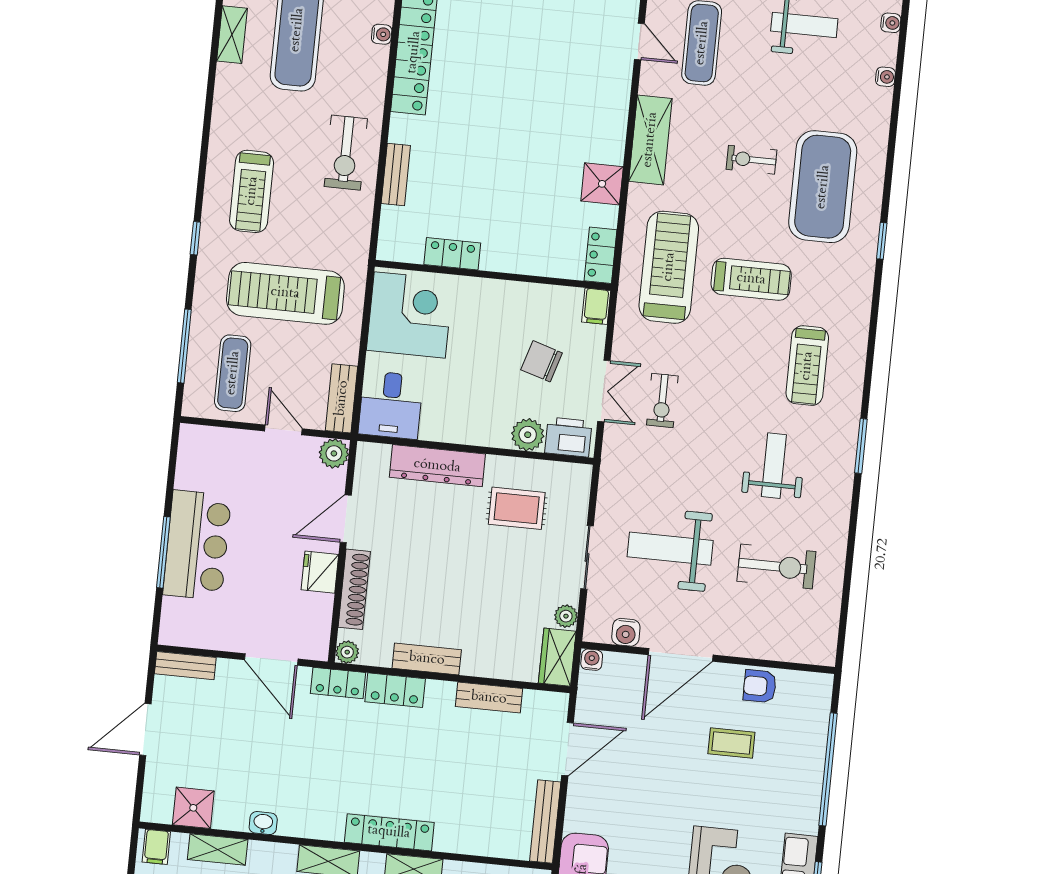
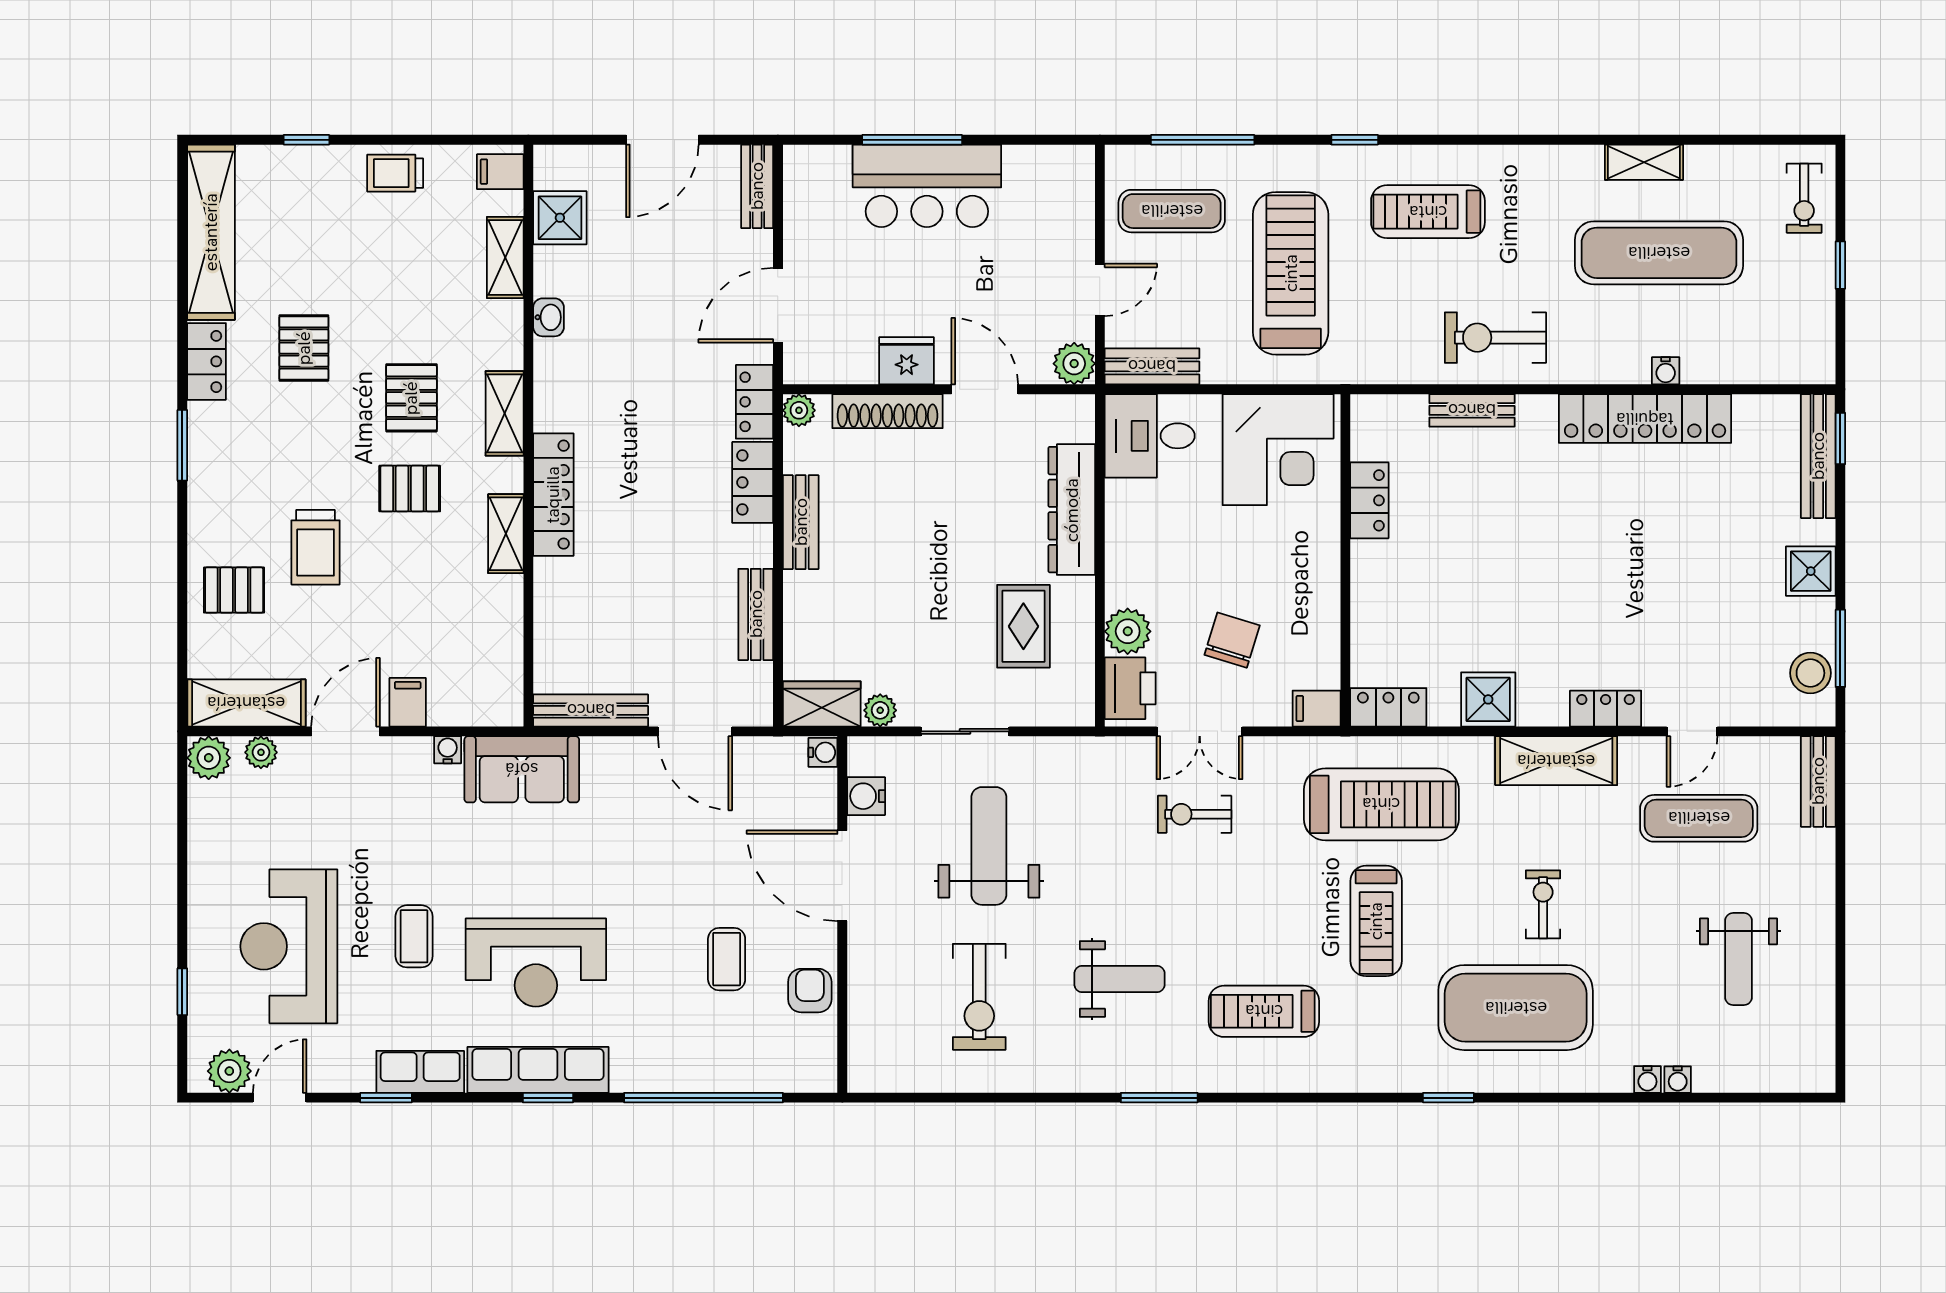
water cooler: (891, 23) -> (1647, 1079), moved
locker: (617, 101) -> (1606, 709), added
door: (145, 730) -> (662, 140), swing flipped

